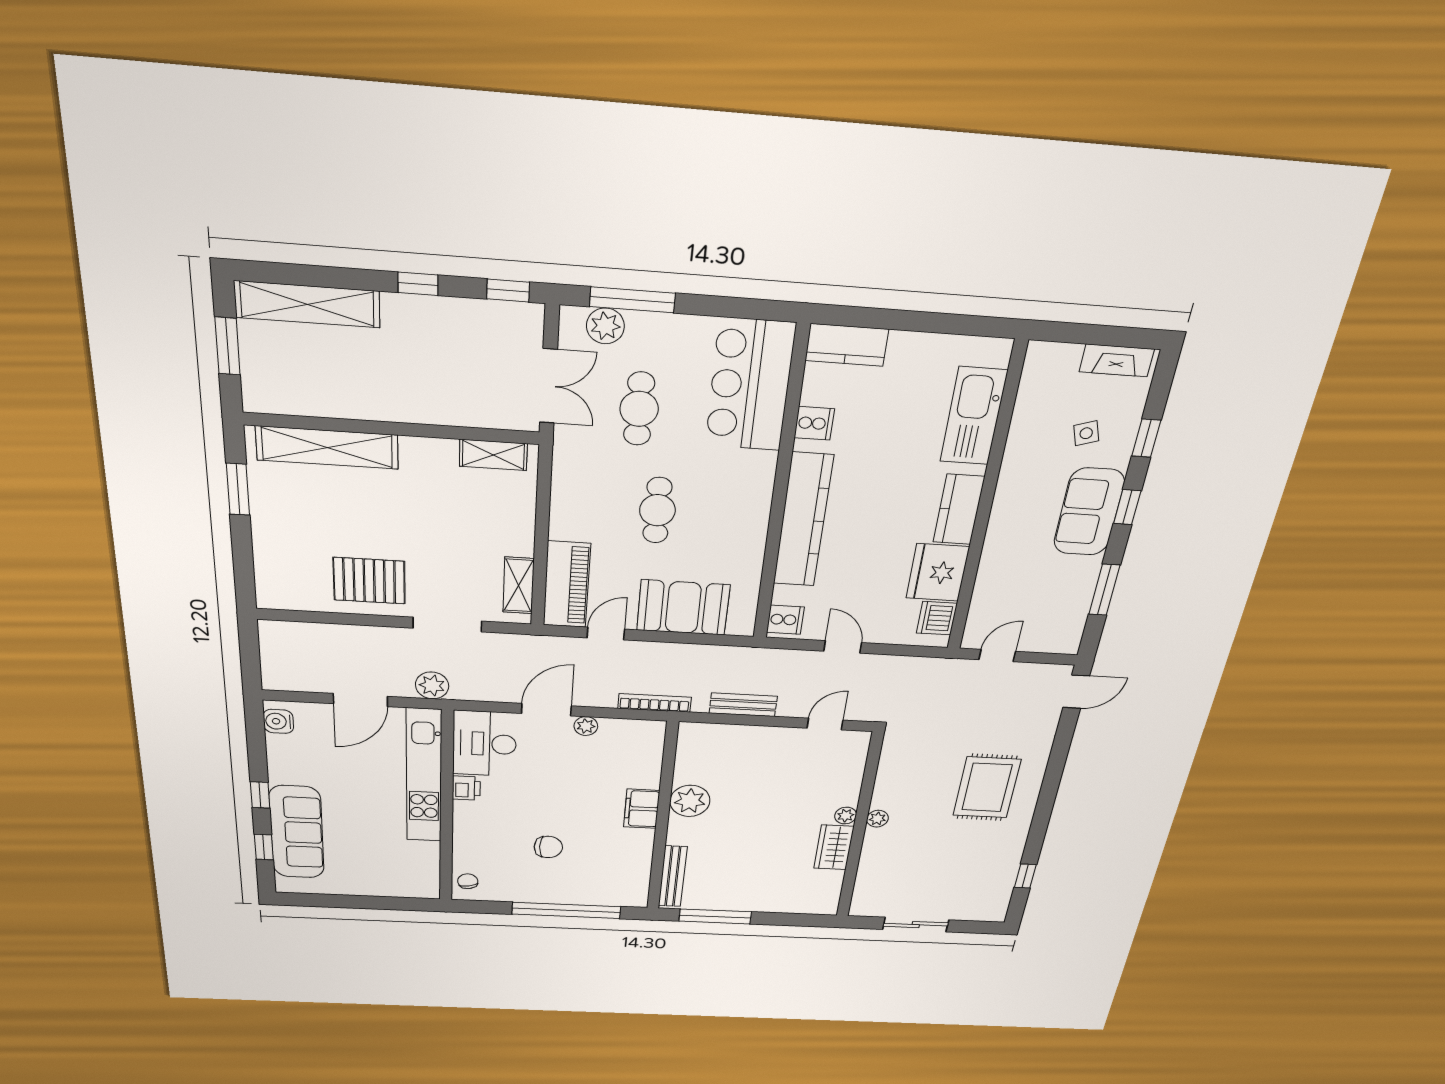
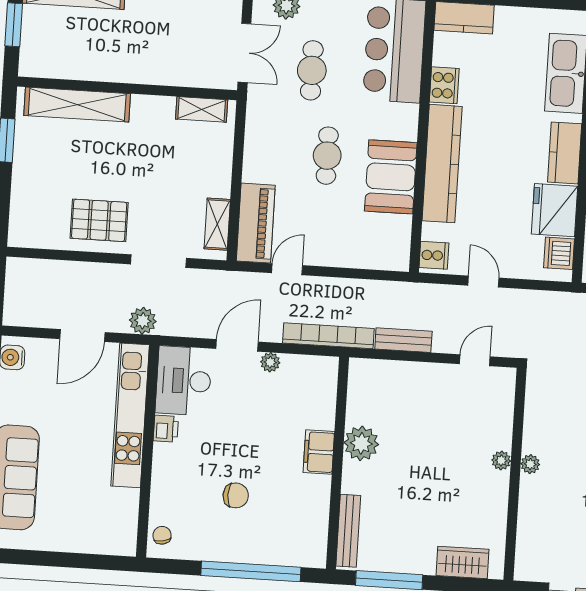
cooker: (814, 423) -> (444, 85), width x1.36
booth: (683, 608) -> (391, 177), moved, turned 90
bookcase: (655, 703) -> (328, 336), width x1.48, depth x1.31
wardrobe: (834, 847) -> (463, 562), moved, turned 90

